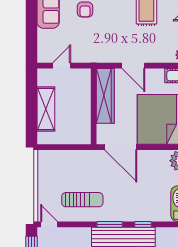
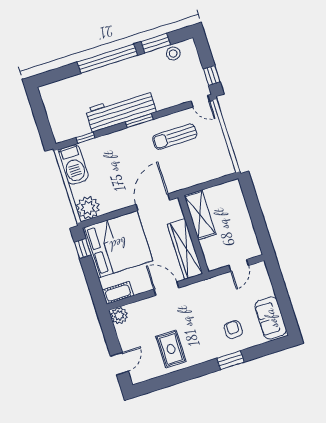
shelving: (46, 109) -> (200, 215), moved
door: (121, 147) -> (153, 202), hinge flipped
window: (143, 224) -> (86, 138), moved

